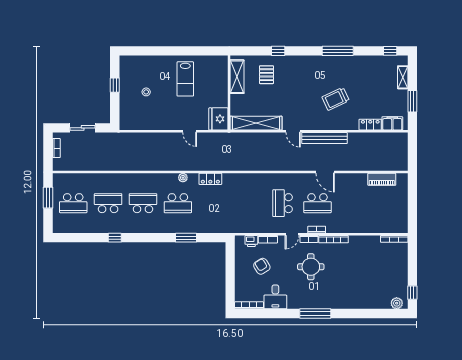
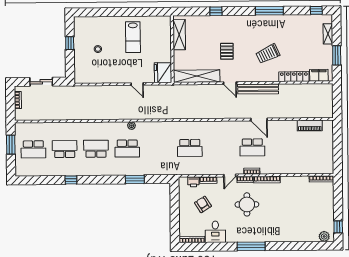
pallet: (266, 75) -> (227, 51), moved
locker: (370, 125) -> (294, 77), width x1.53
locker: (210, 179) -> (156, 126), removed
school desk: (283, 203) -> (190, 148), moved, turned -90

